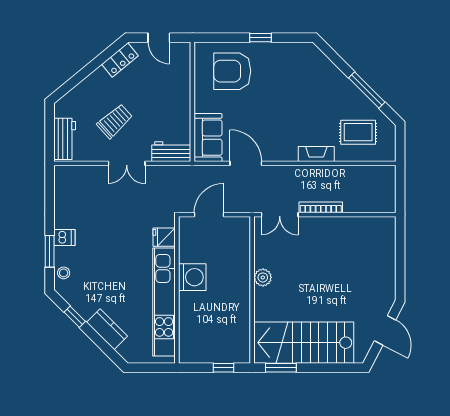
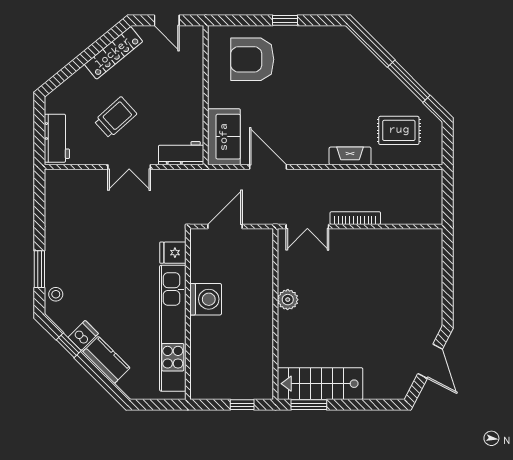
locker: (120, 60) -> (113, 53), width x1.53
dishwasher: (64, 237) -> (83, 335), moved, turned -45
stairs: (304, 343) -> (320, 384), width x0.73, depth x0.66

